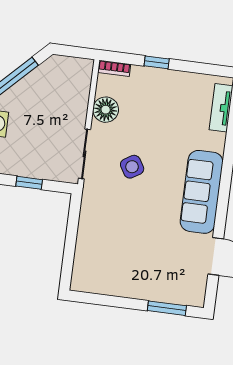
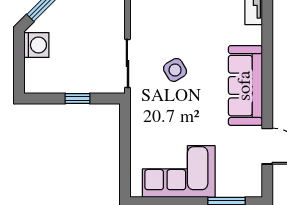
floor lamp: (106, 110) -> (142, 18), removed
corner sofa: (122, 271) -> (179, 172), added

